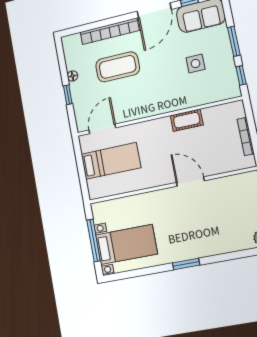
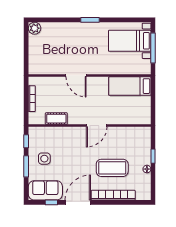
side table: (196, 63) -> (44, 159), moved
cot: (187, 120) -> (56, 119), moved
door: (102, 129) -> (97, 126), moved
bed: (111, 161) -> (130, 86), moved

